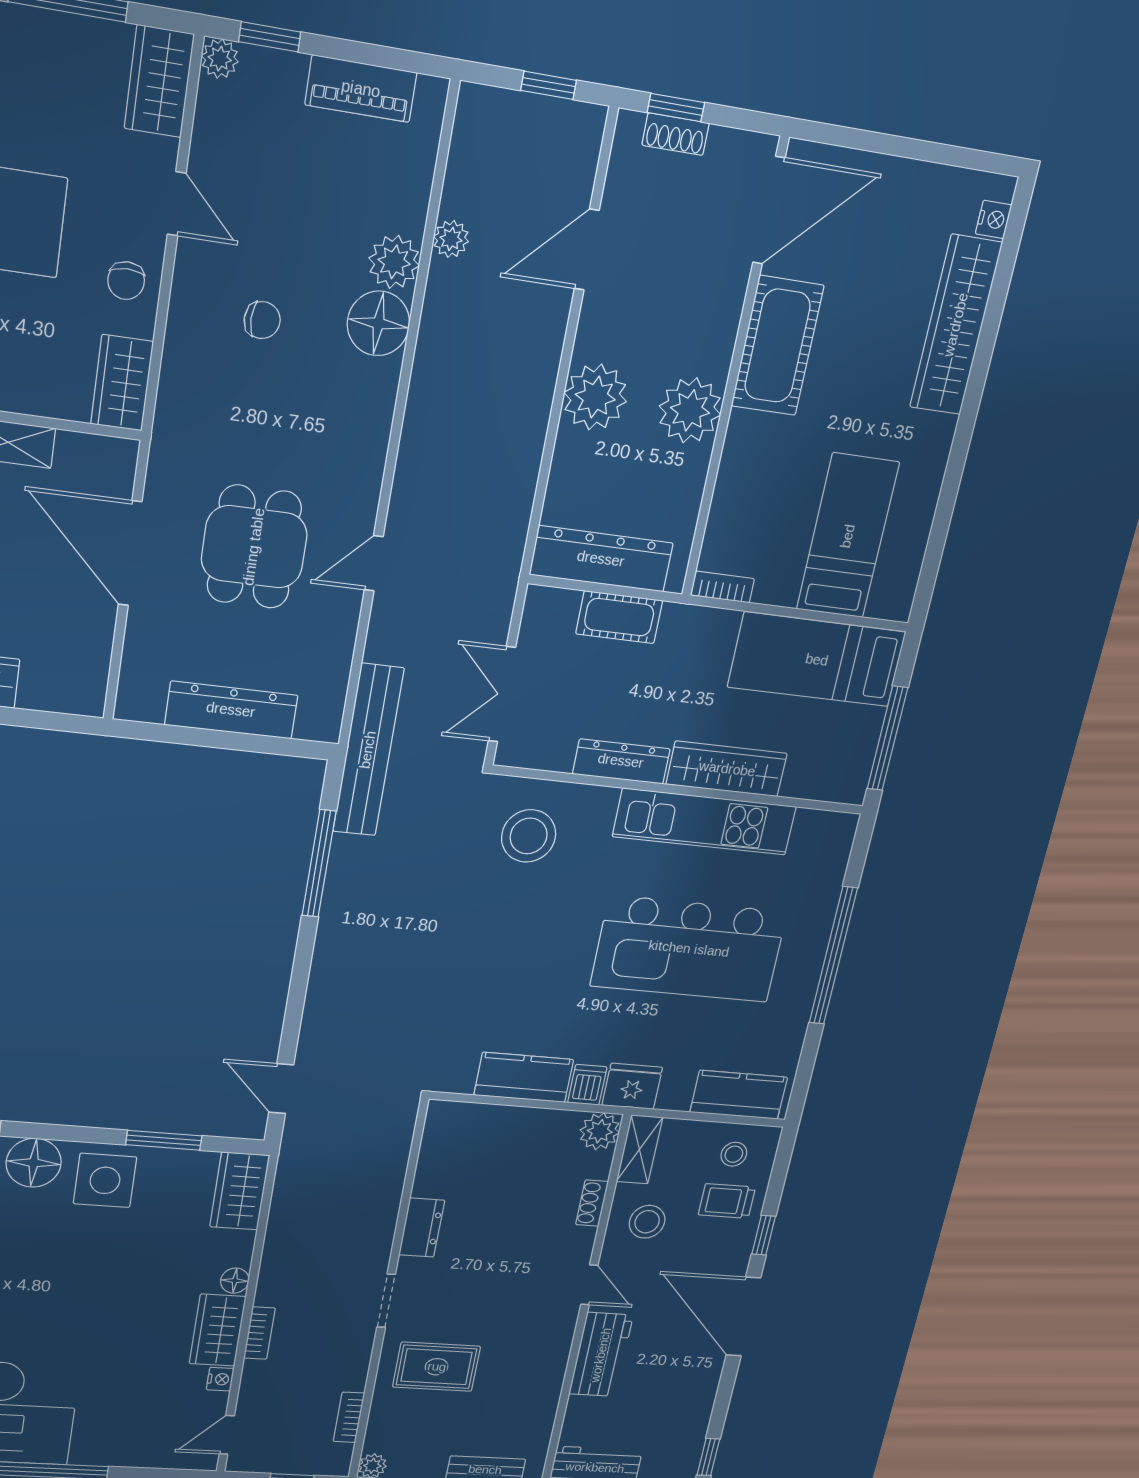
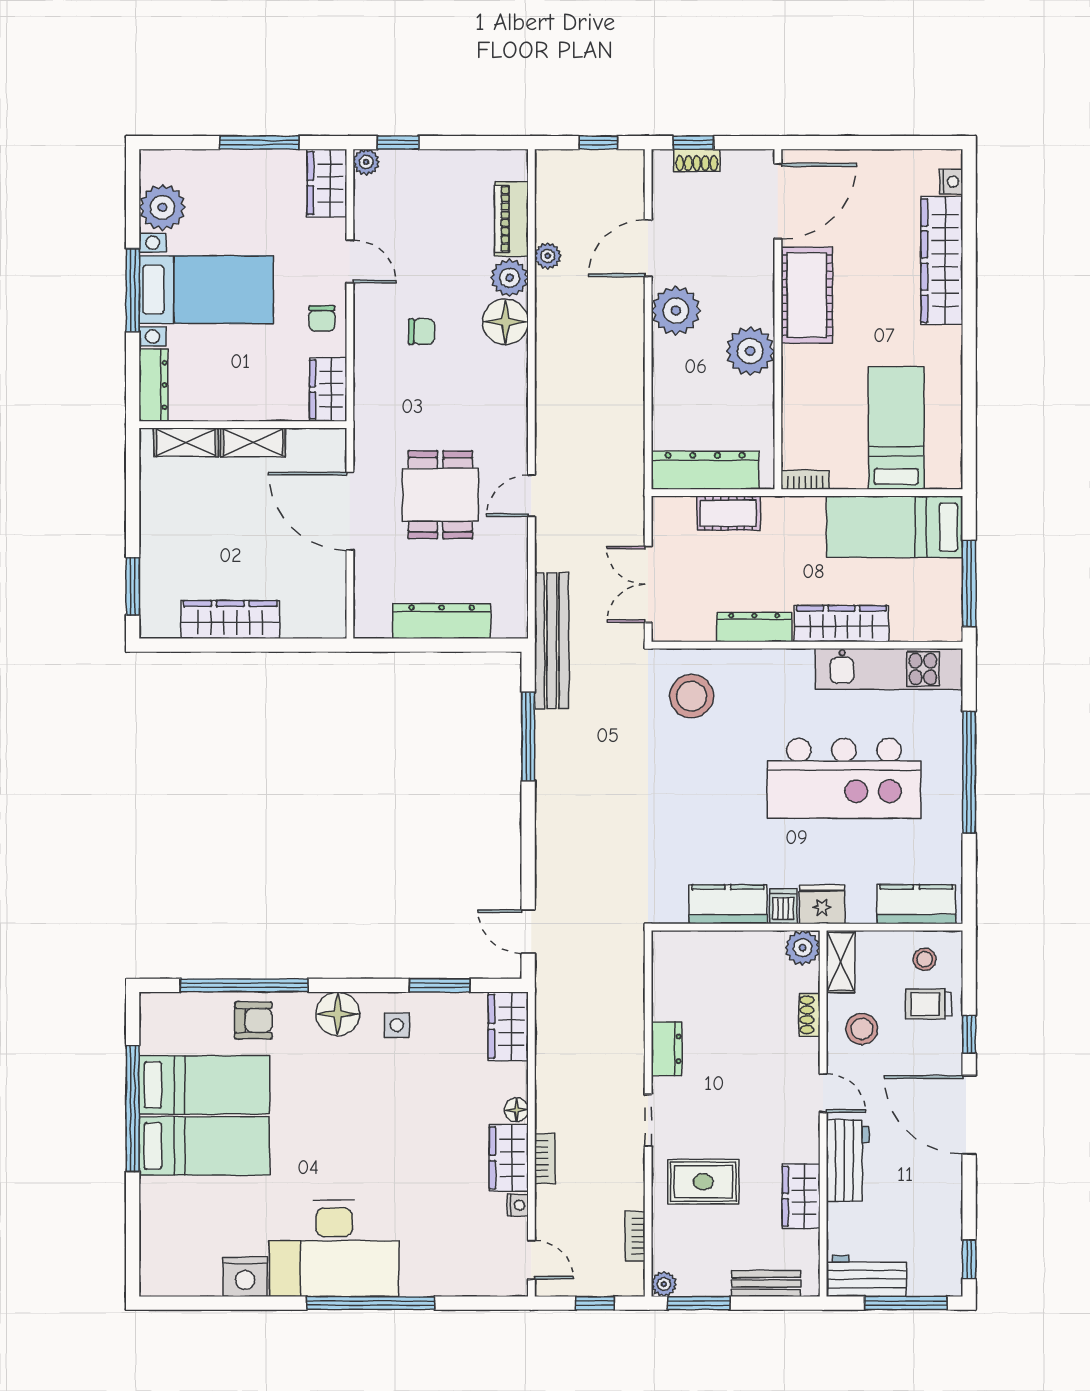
piano: (361, 89) -> (511, 219), moved, turned 90
plant: (595, 397) -> (676, 311), moved
kitchen unit: (705, 822) -> (889, 669), moved
side table: (105, 1180) -> (397, 1025), width x0.54, depth x0.54
wardrobe: (542, 1387) -> (801, 1196), added
door: (227, 1435) -> (531, 1260), swing flipped

